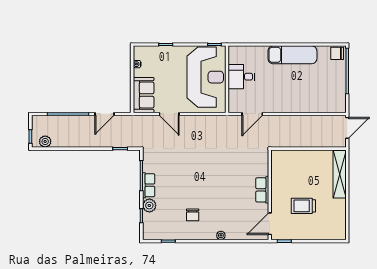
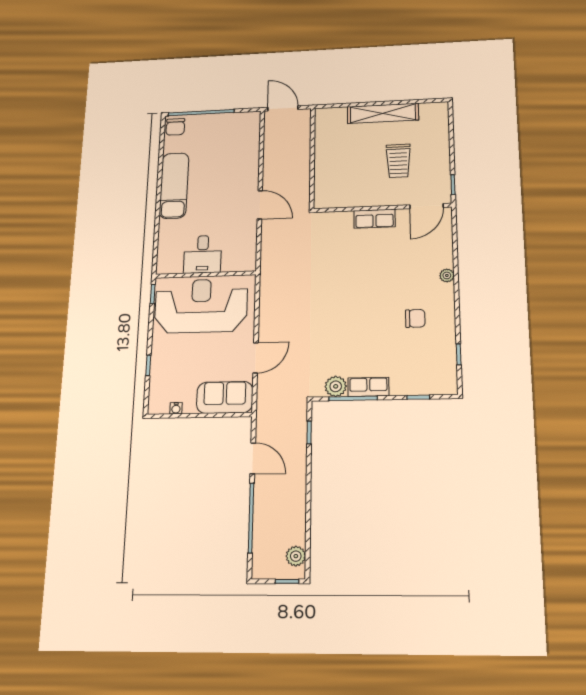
door: (252, 114) -> (260, 205), moved
shelving: (340, 174) -> (383, 113), moved
plant: (149, 205) -> (336, 386), moved
door: (270, 224) -> (426, 206), hinge flipped

